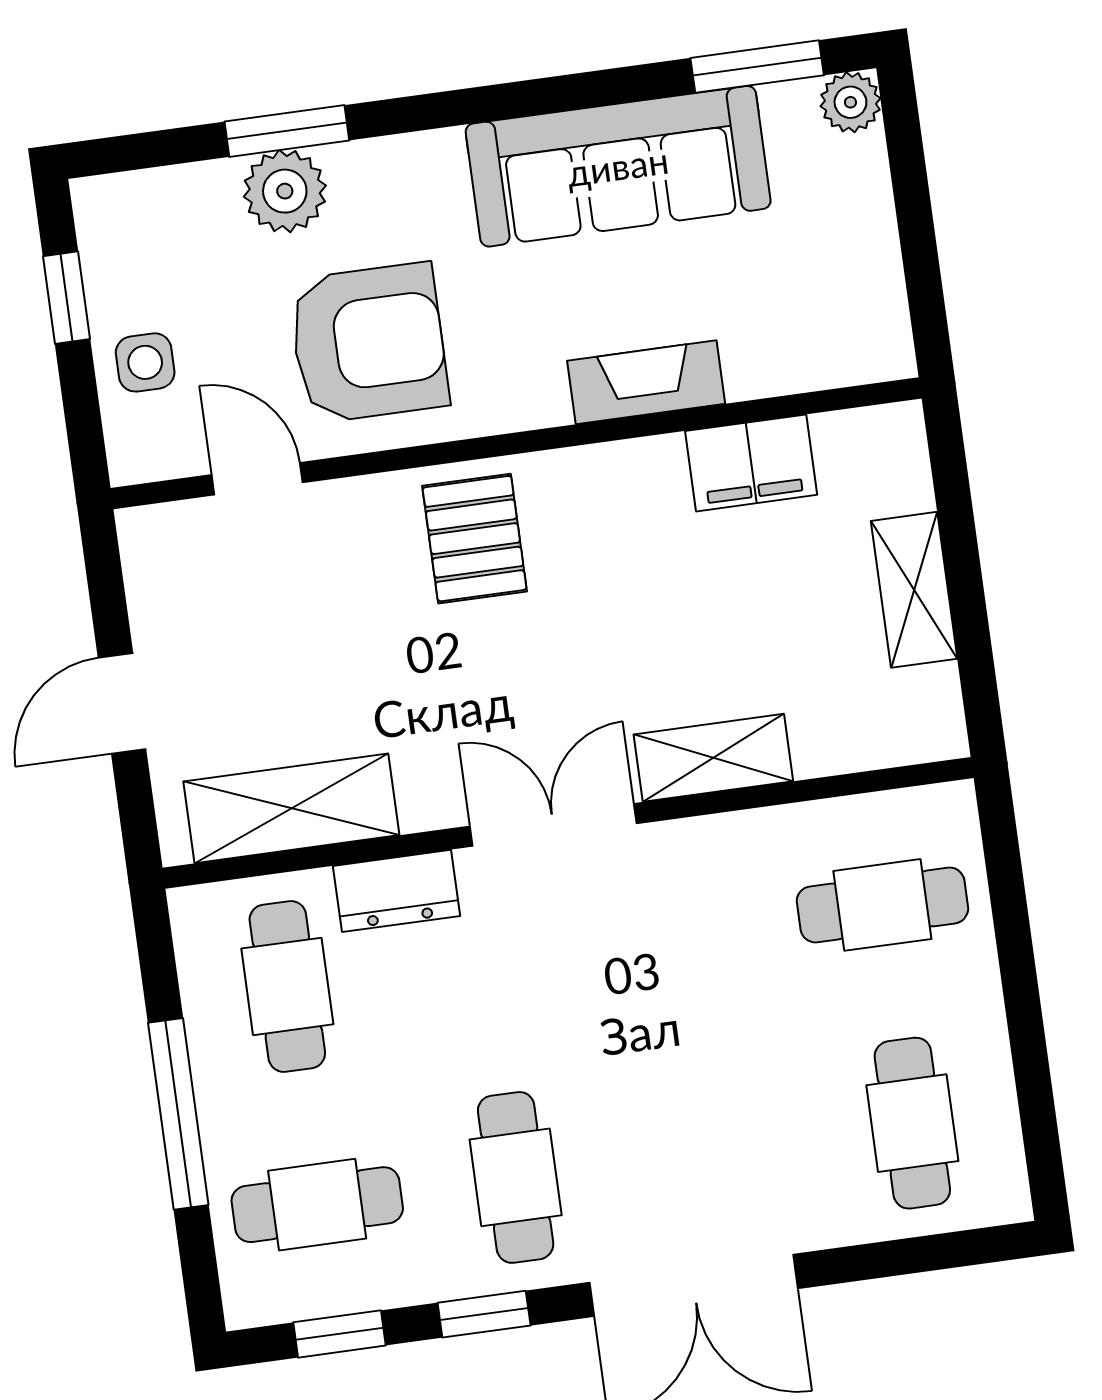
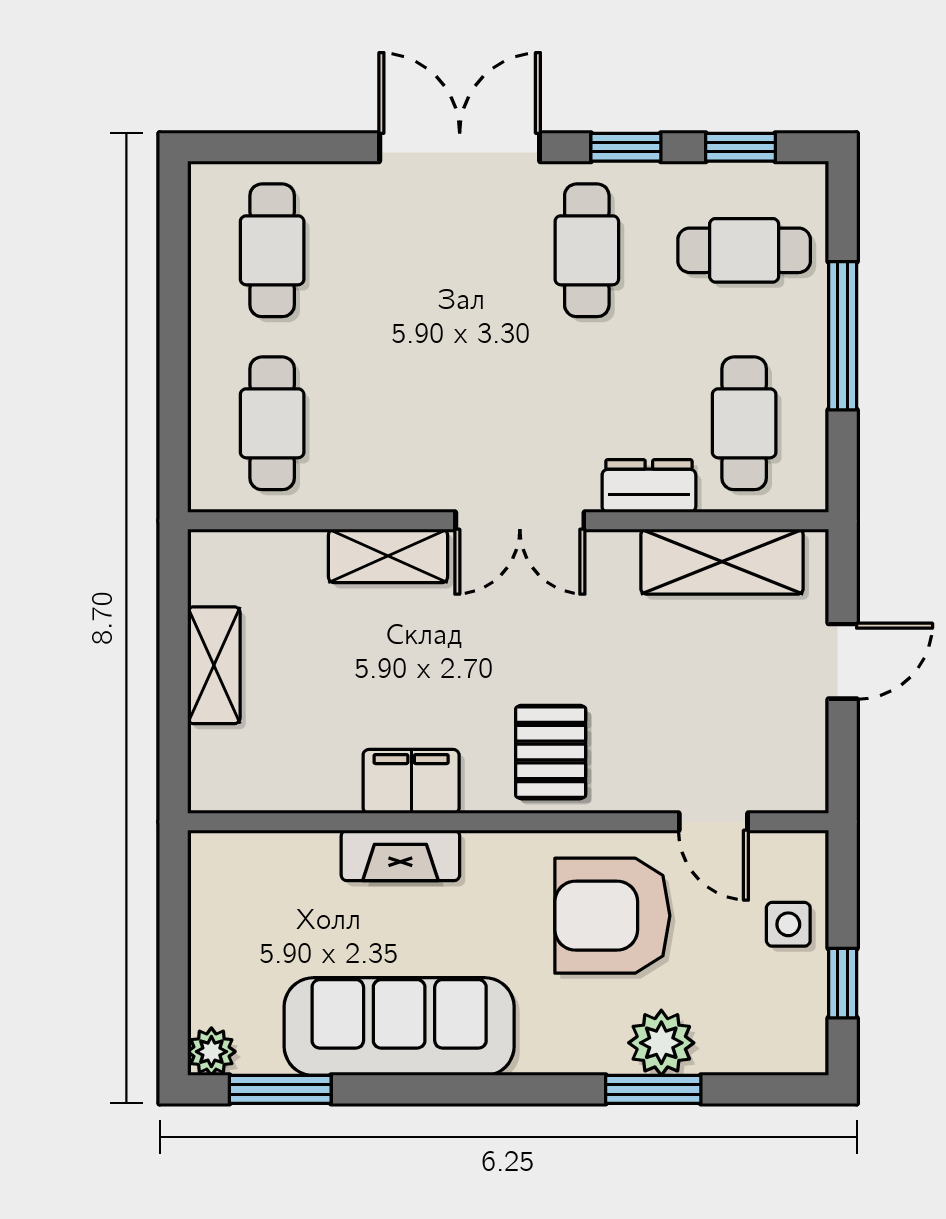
filing cabinet: (751, 463) -> (411, 781), moved
cafe table: (882, 905) -> (272, 423), turned 90

